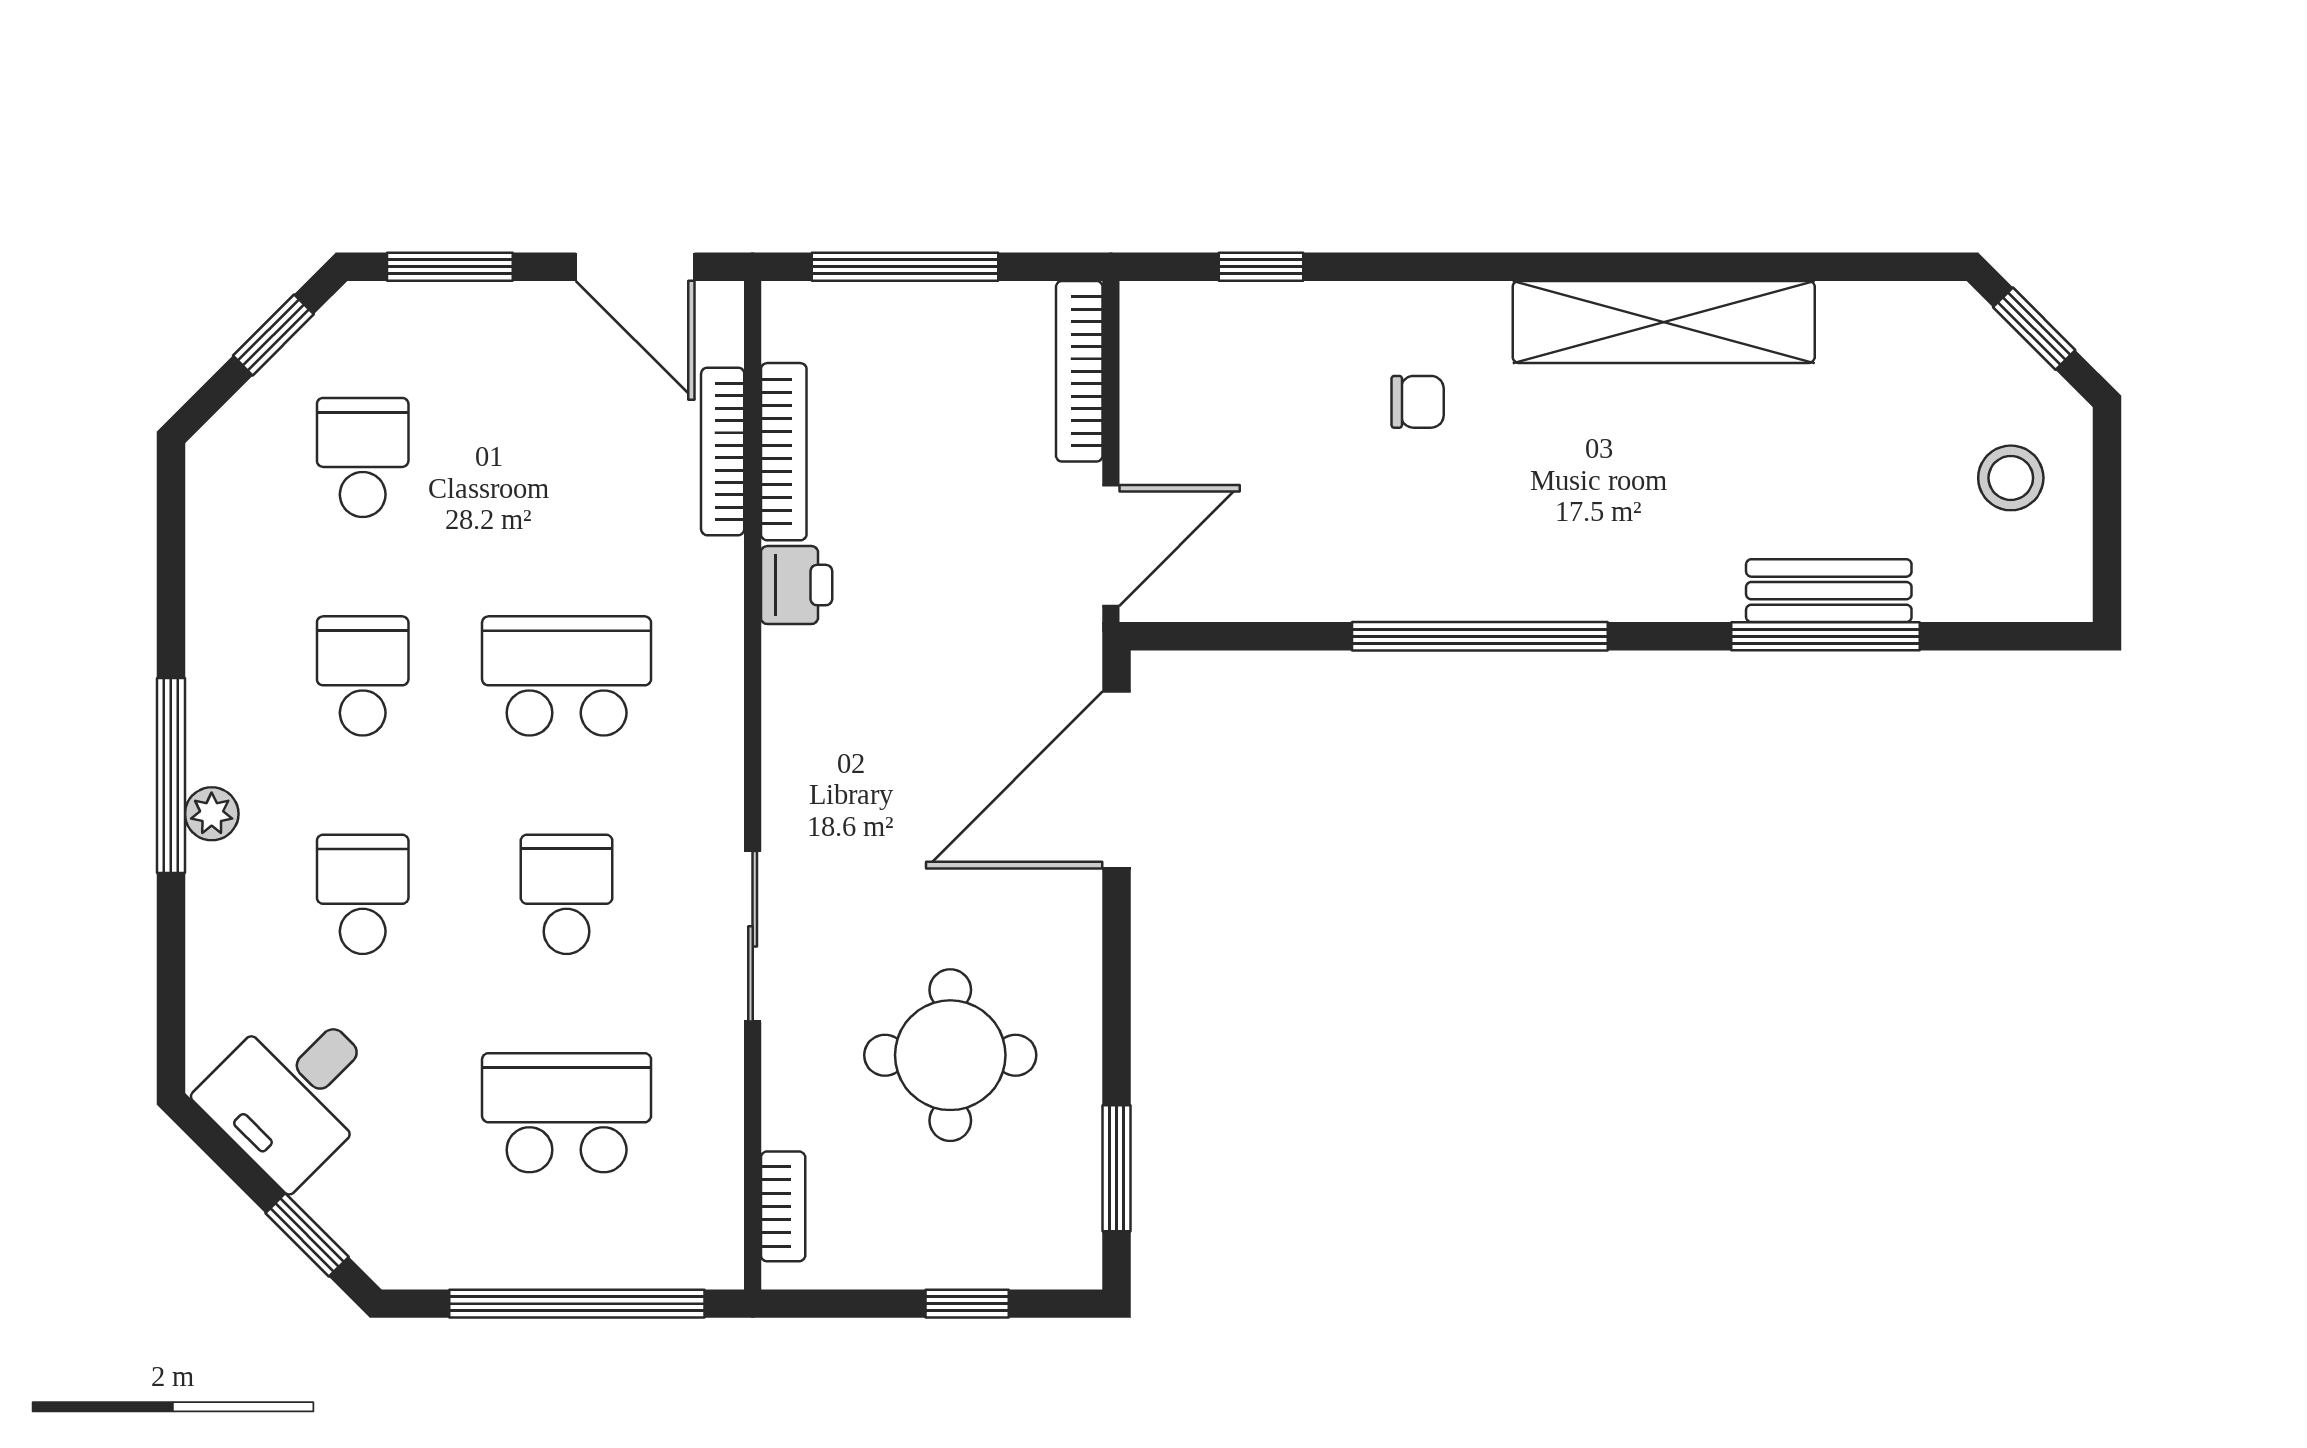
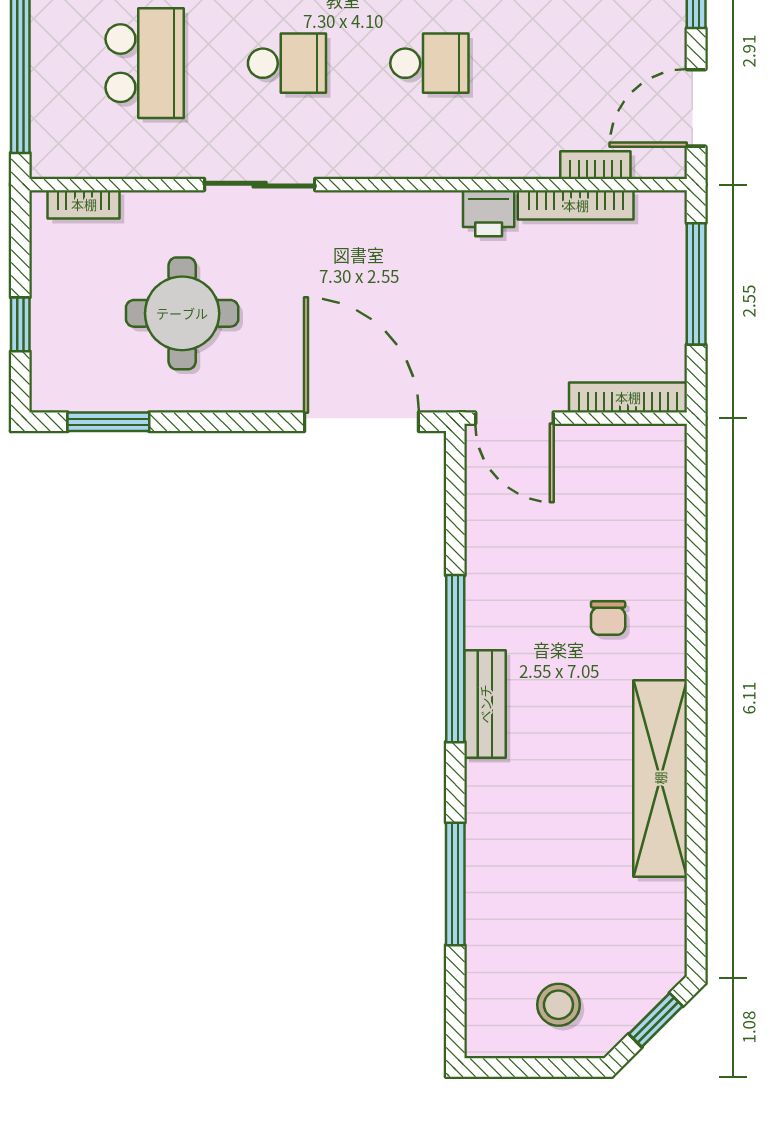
window: (1261, 267) -> (696, 516), removed
bookcase: (723, 451) -> (595, 165), width x0.64
bench: (1829, 591) -> (485, 704), moved
school desk: (567, 676) -> (429, 63), width x0.54

